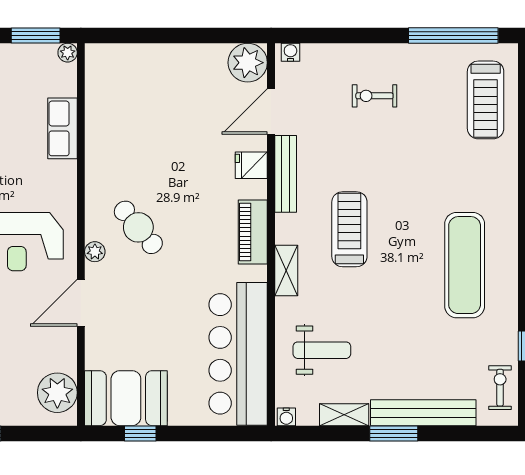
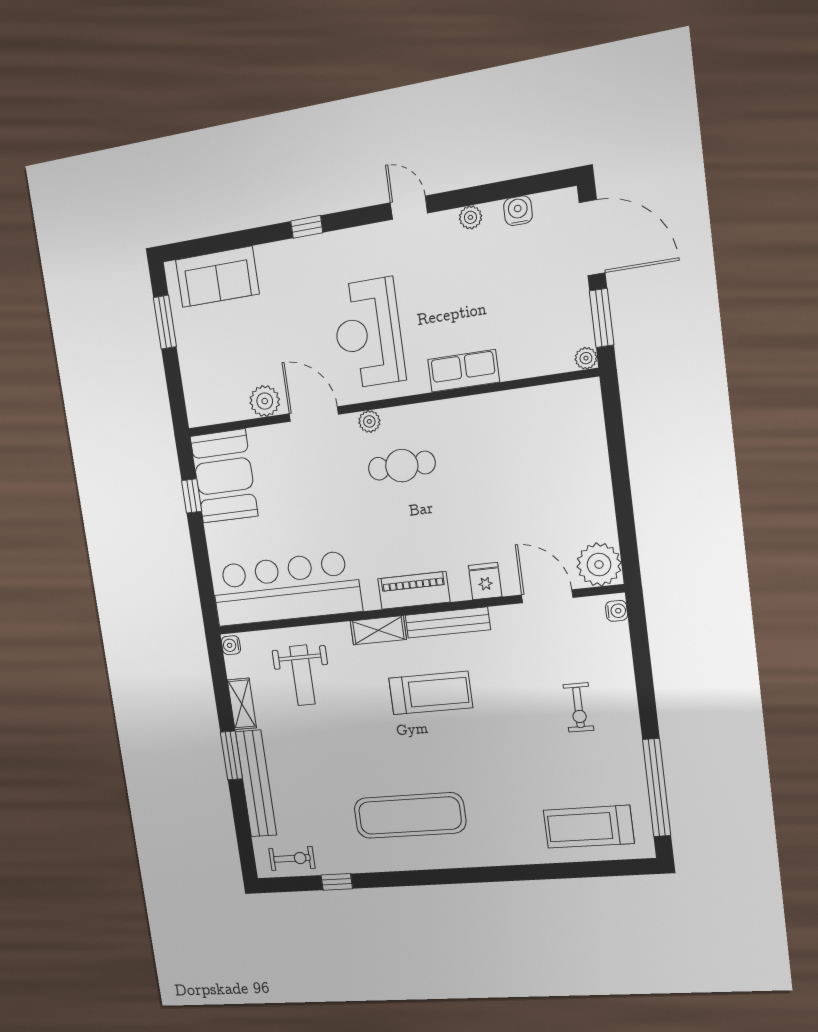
exercise bike: (374, 96) -> (578, 707), turned 180
row of seats: (63, 128) -> (463, 371), moved
bench: (286, 174) -> (448, 623), moved
cafe table: (138, 227) -> (402, 466), turned 40
plant: (57, 393) -> (265, 401), moved, width x0.73, depth x0.73

